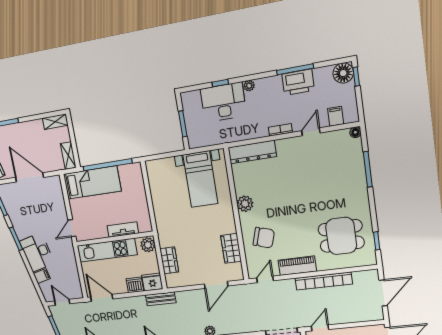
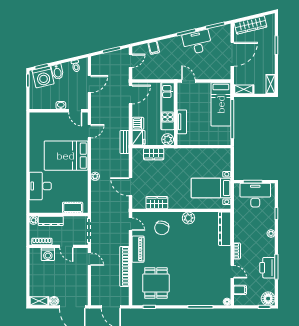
desk: (223, 102) -> (255, 195), moved, turned -90
desk: (37, 252) -> (197, 42), moved

